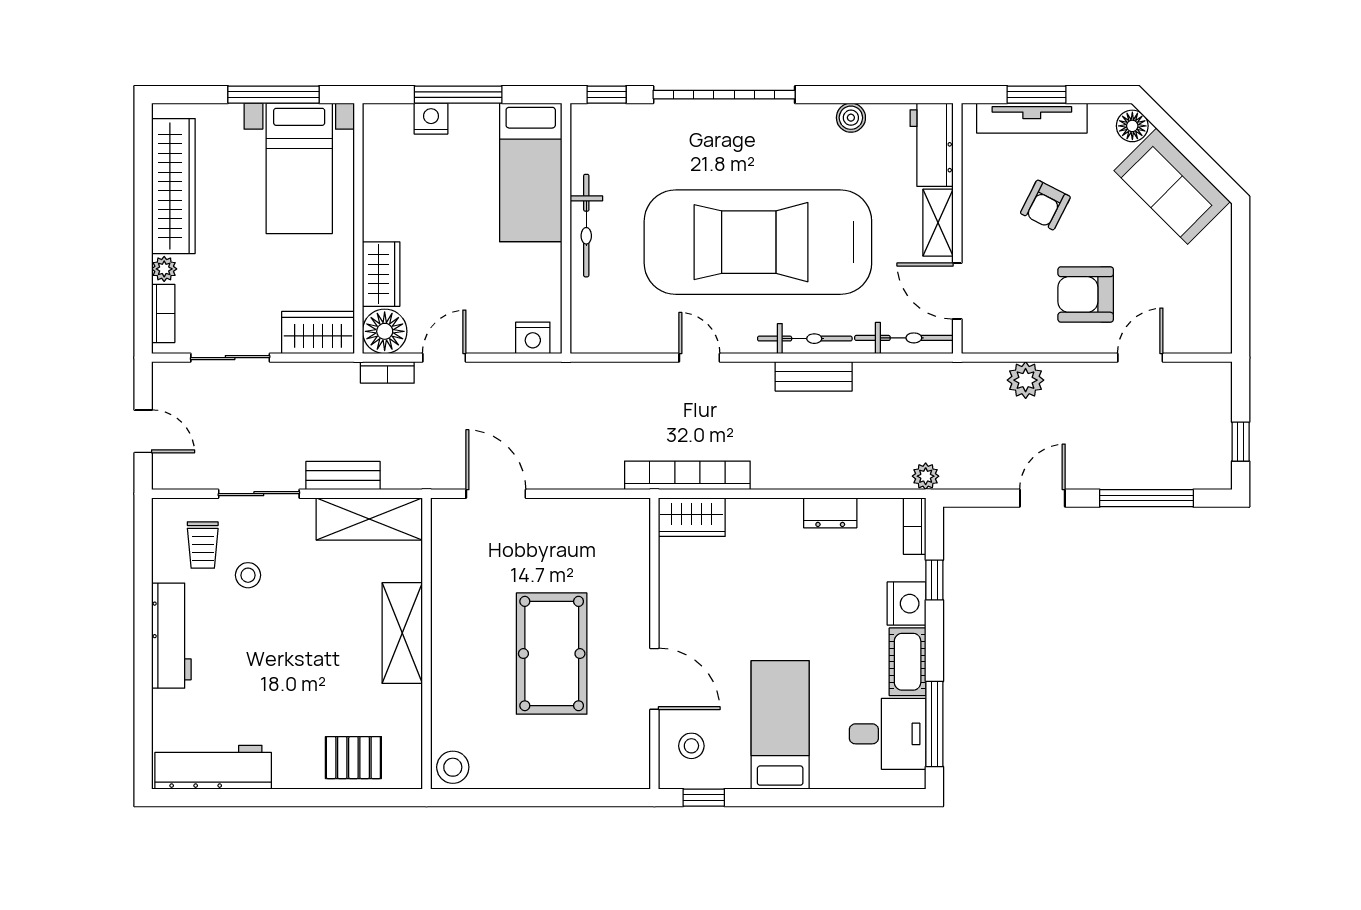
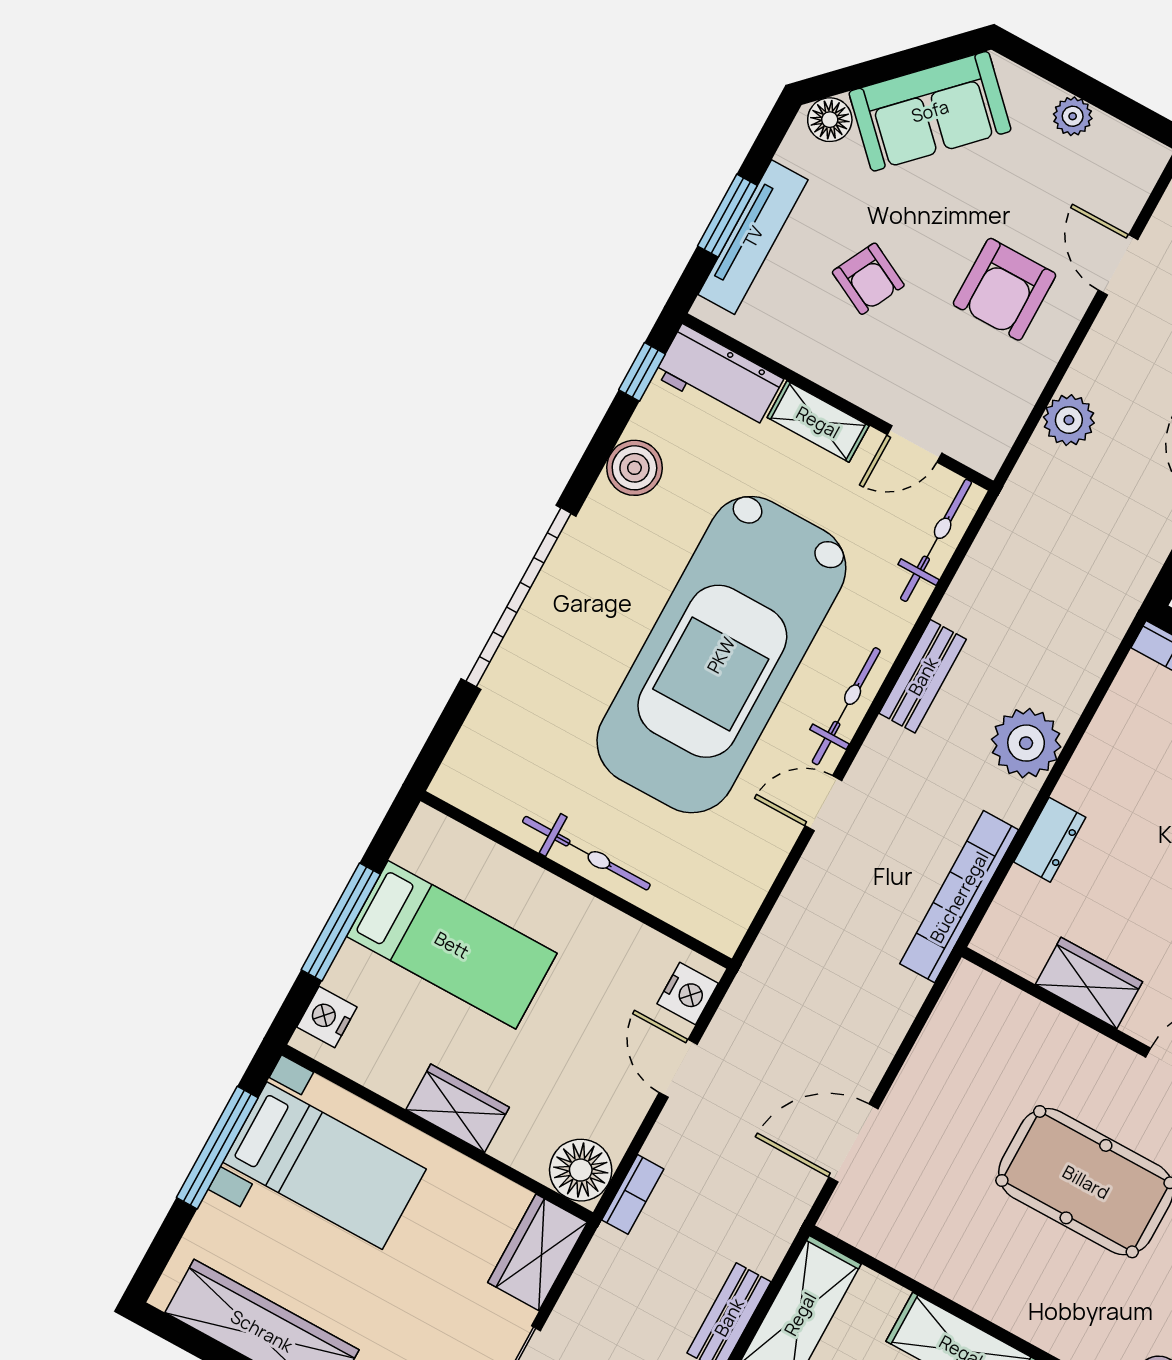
window: (607, 95) -> (642, 372), moved
boiler: (851, 118) -> (634, 468), width x1.36, depth x1.36
nightstand: (431, 119) -> (327, 1017), moved
bed: (531, 172) -> (452, 945), moved
wardrobe: (381, 274) -> (458, 1108), moved
plant: (1218, 278) -> (1073, 116), added
door: (957, 291) -> (914, 444), width x0.73
bicycle: (805, 339) -> (846, 706), moved
door: (444, 358) -> (678, 1068), moved
plant: (926, 476) -> (1026, 743), moved, width x1.87, depth x1.87
dresser: (830, 513) -> (1050, 840), moved
wardrobe: (692, 517) -> (1089, 983), moved, turned -90

